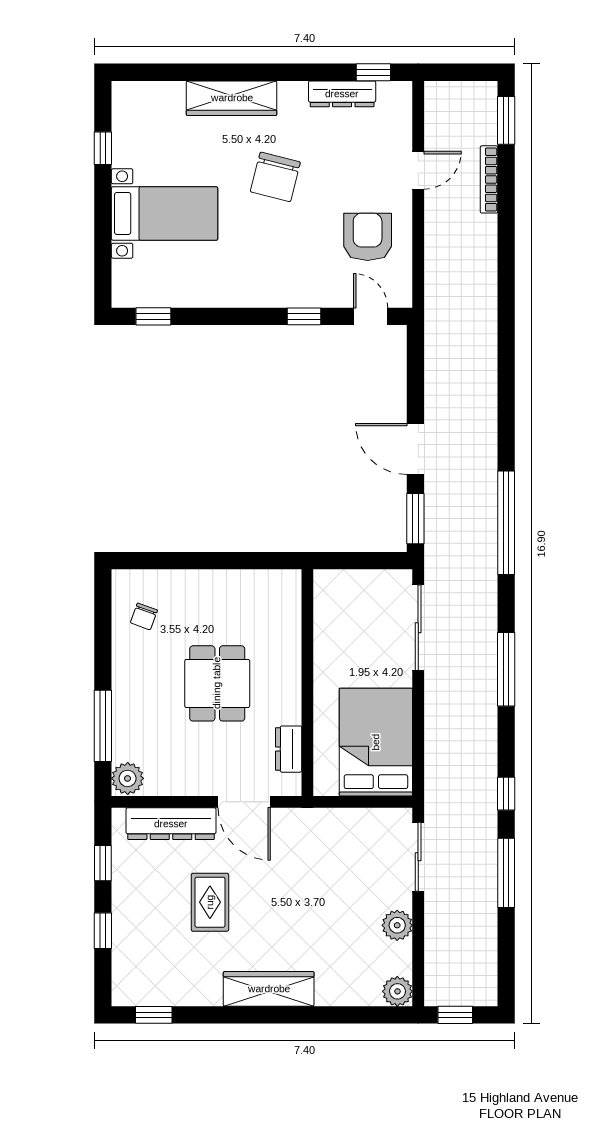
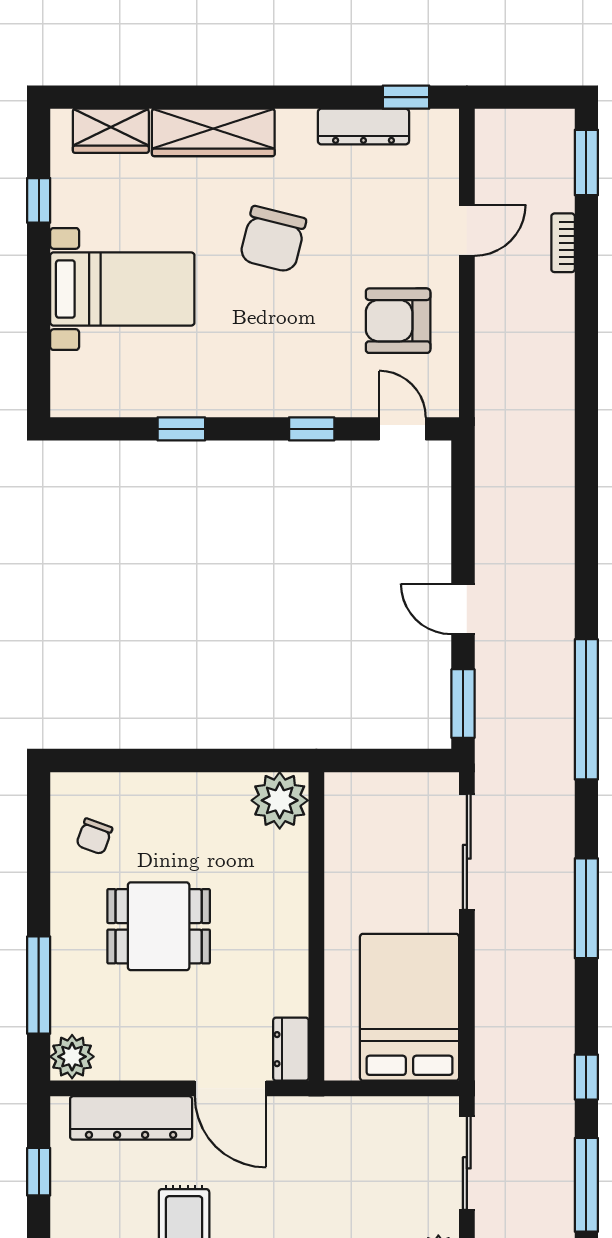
wardrobe: (156, 97) -> (111, 131), added
bookcase: (489, 179) -> (563, 243), width x0.64
armchair: (368, 237) -> (398, 321), turned -90
window: (153, 316) -> (181, 429), moved
door: (415, 449) -> (463, 609), width x0.73
plant: (280, 590) -> (280, 800), added
dining table: (217, 683) -> (159, 926), moved, turned 90
dresser: (289, 749) -> (291, 1049), moved

